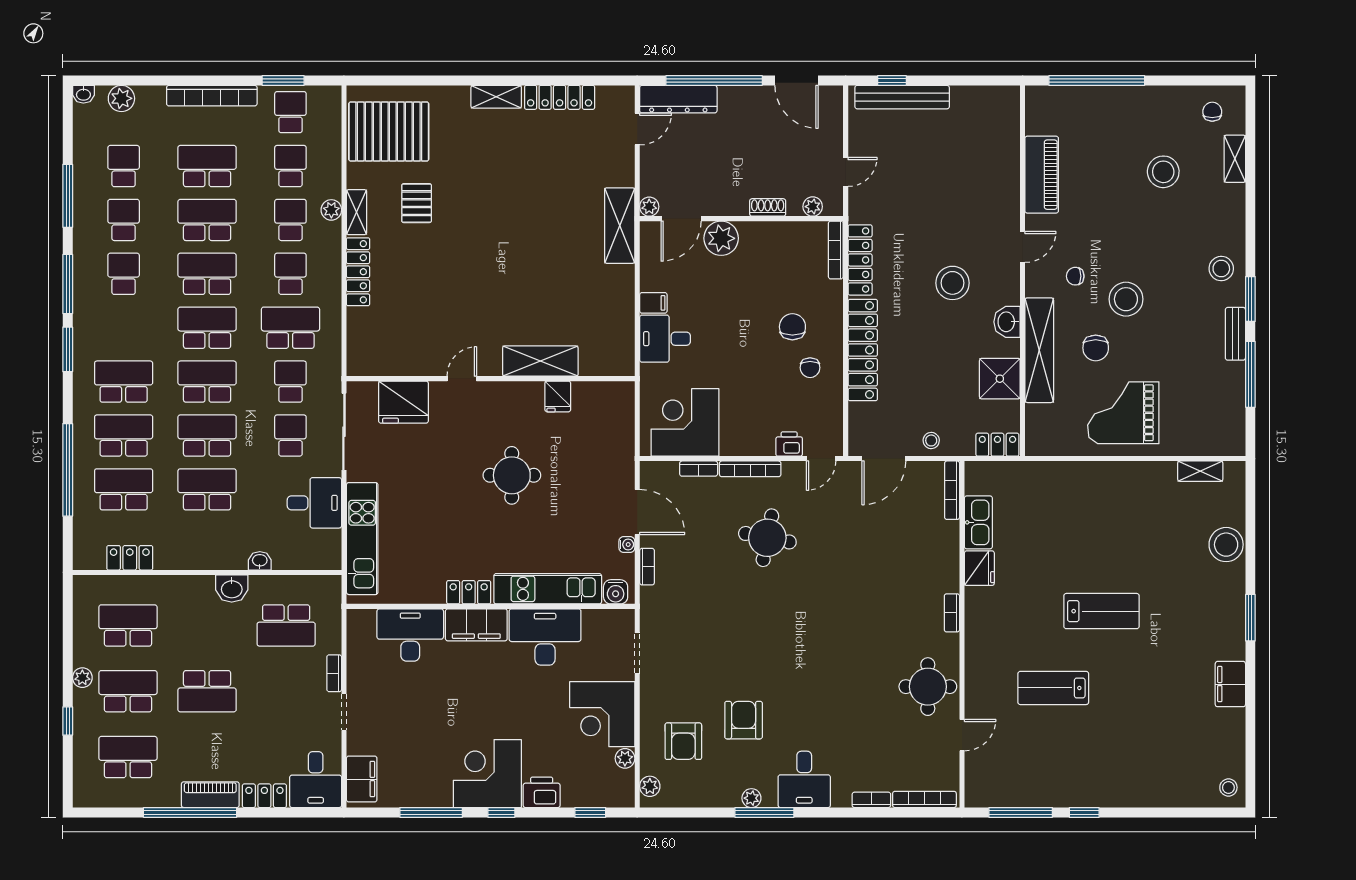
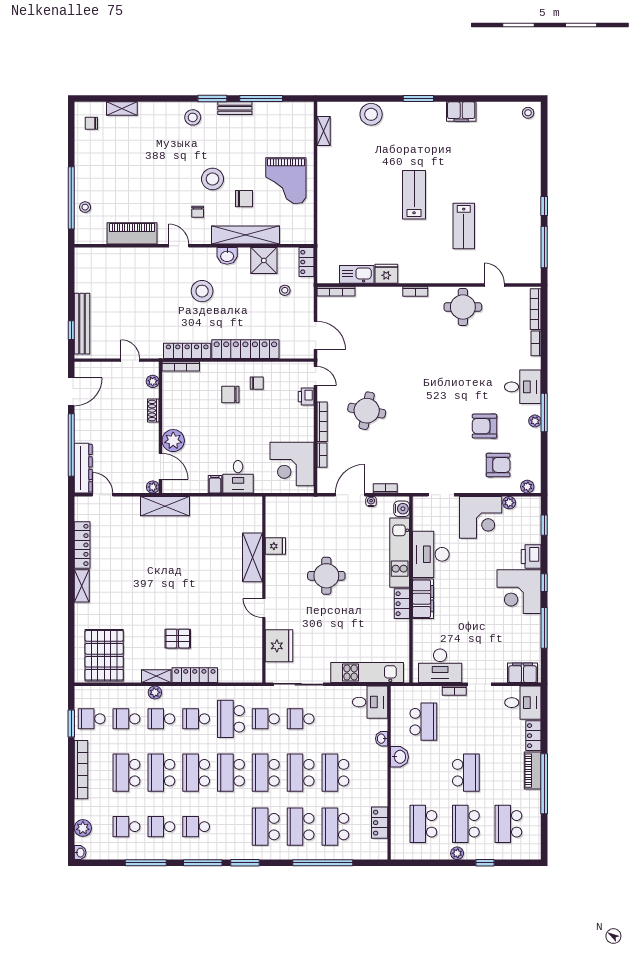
stool: (1163, 172) -> (85, 207), moved, width x0.53, depth x0.53
pallet: (417, 203) -> (178, 639), moved
stool: (931, 440) -> (285, 290), moved
desk: (314, 503) -> (370, 702), moved, turned 90
desk: (410, 635) -> (440, 666), moved, turned -90

